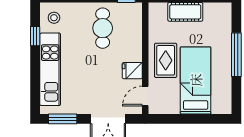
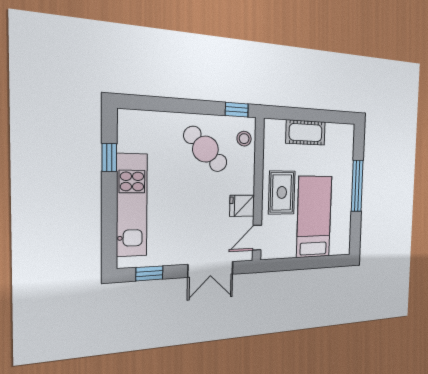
stool: (54, 18) -> (244, 139), moved
cafe table: (103, 28) -> (205, 149), turned -45
window: (63, 119) -> (149, 273), width x0.67

